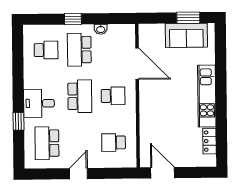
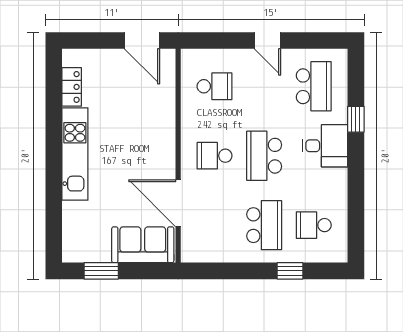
window: (73, 19) -> (290, 271), moved
washbasin: (101, 29) -> (232, 255), removed
sofa: (186, 35) -> (143, 245), moved
door: (78, 174) -> (267, 40), hinge flipped

